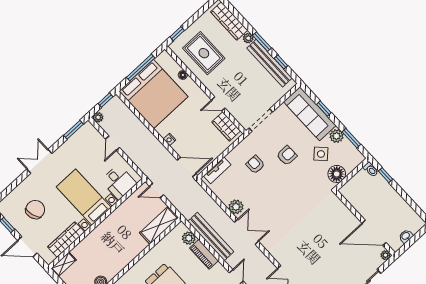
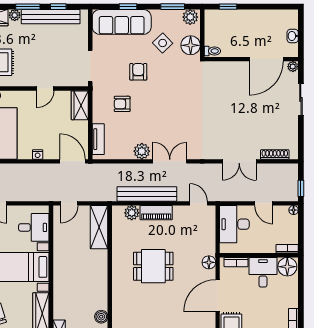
wardrobe: (226, 126) -> (80, 105), moved, turned 90
plant: (336, 136) -> (190, 17), moved
door: (187, 167) -> (73, 161), hinge flipped
toilet: (371, 169) -> (212, 51), moved

